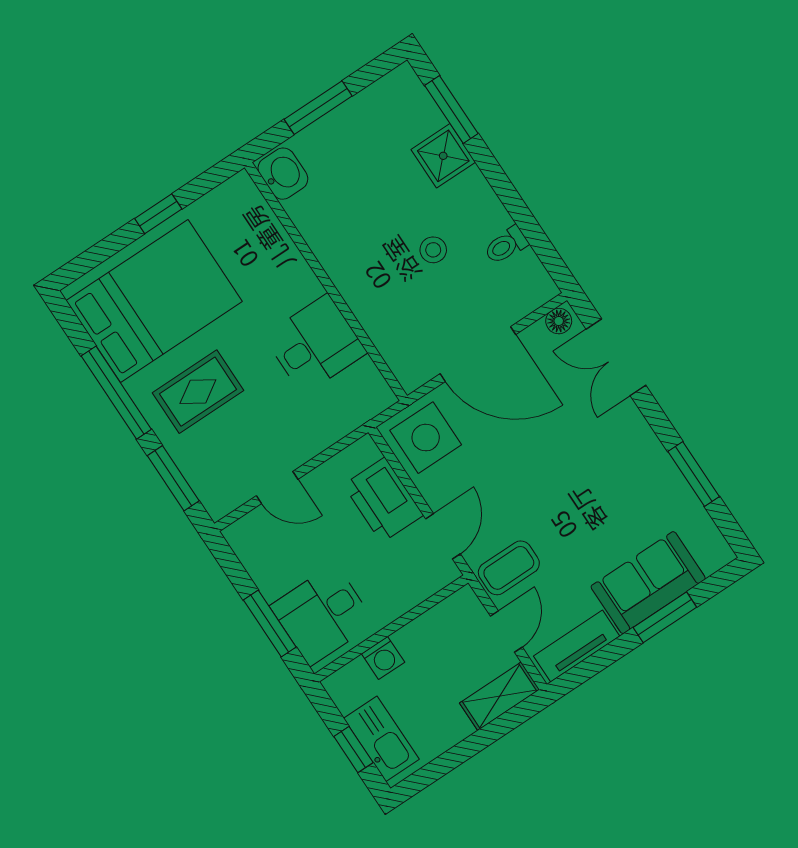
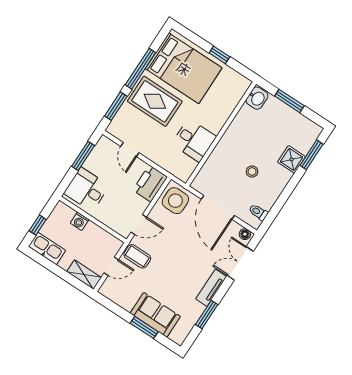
toilet: (506, 245) -> (258, 212), moved
rug: (198, 392) -> (155, 101), width x1.36, depth x1.43
printer: (383, 500) -> (150, 183), moved
window: (270, 624) -> (83, 156), moved
tv unit: (577, 646) -> (211, 288), moved, turned -90
kitchen sink: (381, 739) -> (47, 248), moved, turned -90

